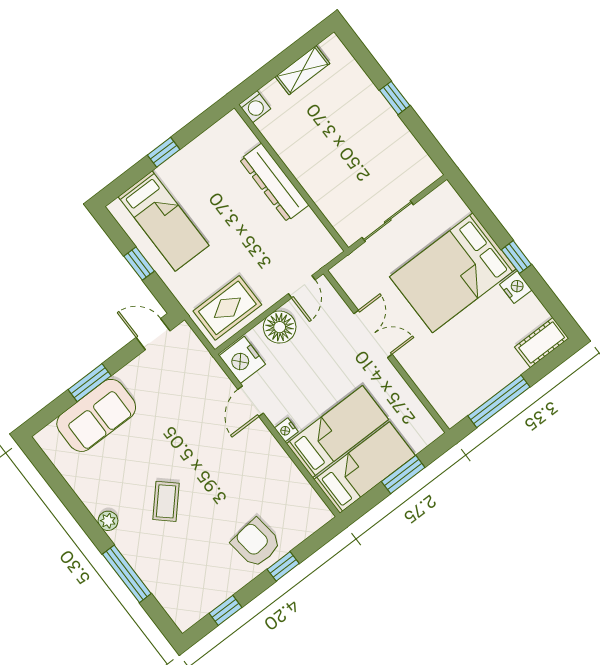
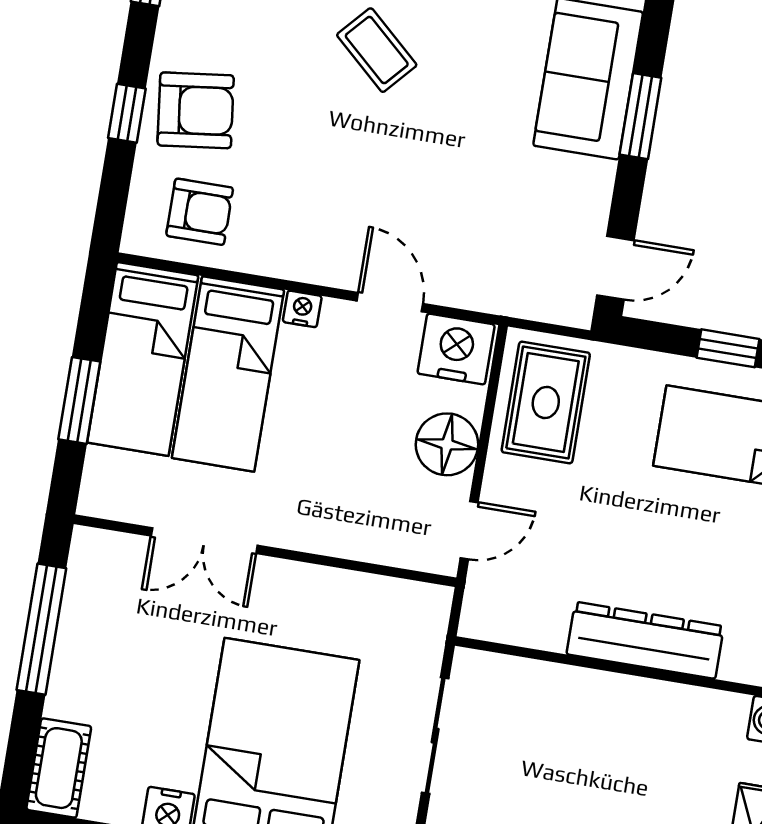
door: (302, 287) -> (469, 530), swing flipped
double door: (373, 334) -> (204, 541), moved
armchair: (291, 503) -> (200, 212), added

